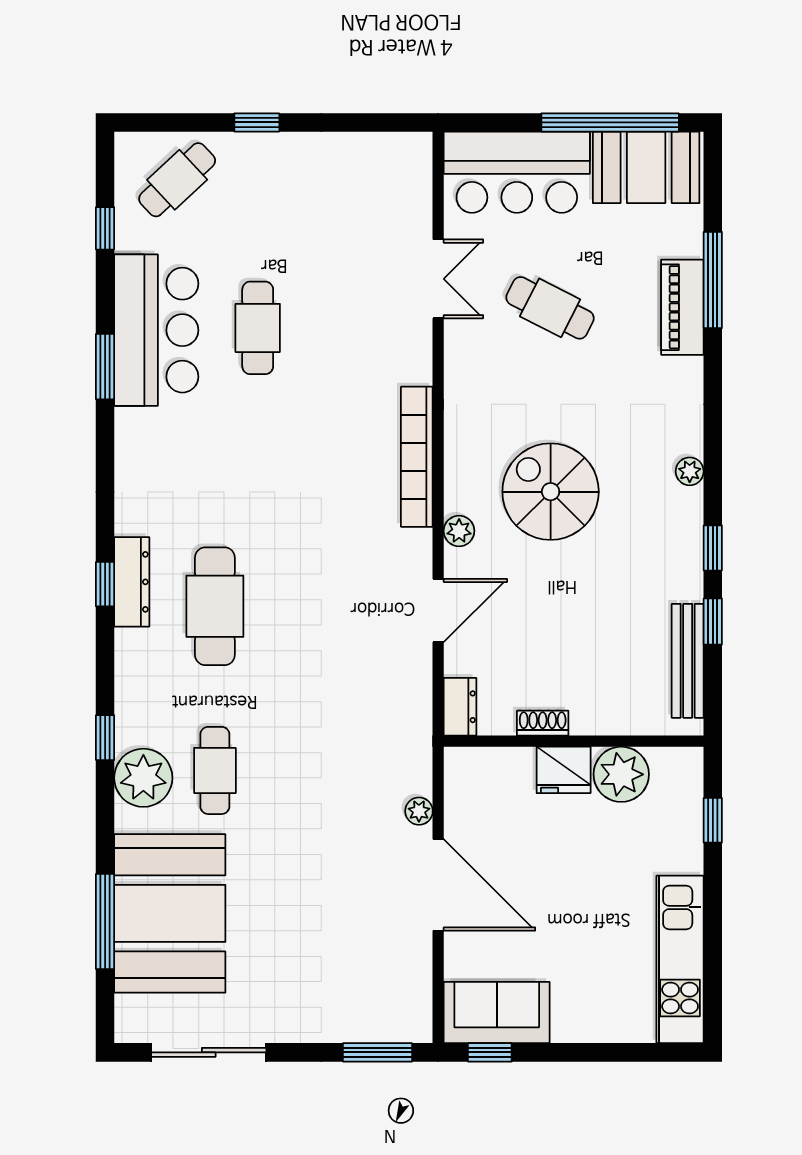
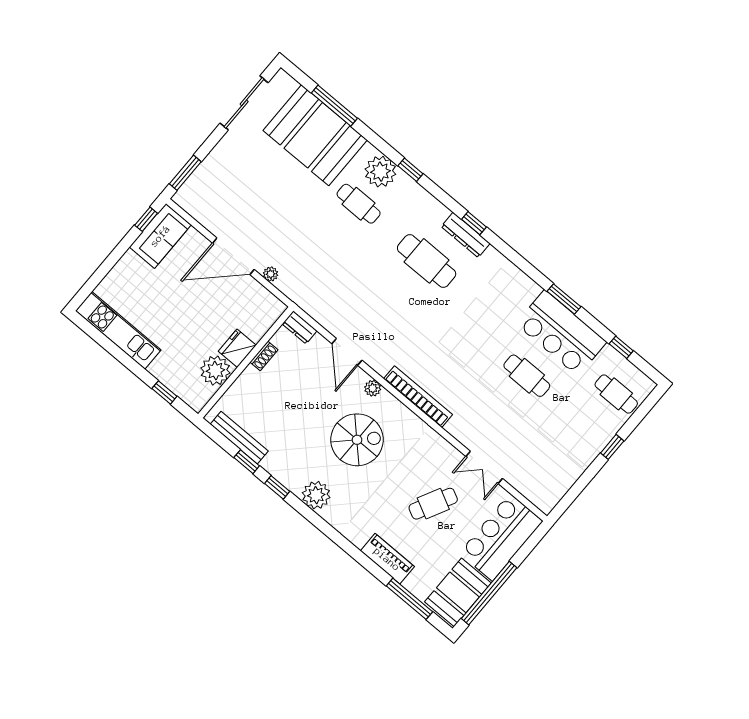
cafe table: (177, 180) -> (616, 394), turned -47
window: (713, 280) -> (409, 599), moved
plant: (690, 471) -> (316, 495), width x1.88, depth x1.88

